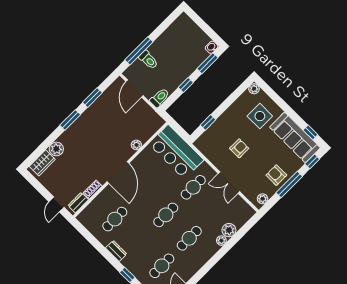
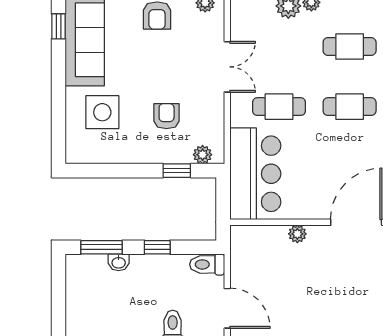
washbasin: (212, 47) -> (119, 262), moved
door: (135, 89) -> (227, 308), hinge flipped
plant: (254, 89) -> (203, 155), moved
armchair: (239, 148) -> (167, 116), moved, turned 90

